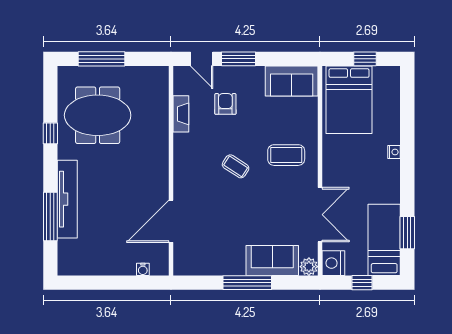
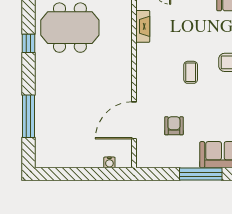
armchair: (225, 104) -> (174, 126), moved
coffee table: (236, 166) -> (191, 72), turned 57
tv unit: (67, 199) -> (43, 101), removed

